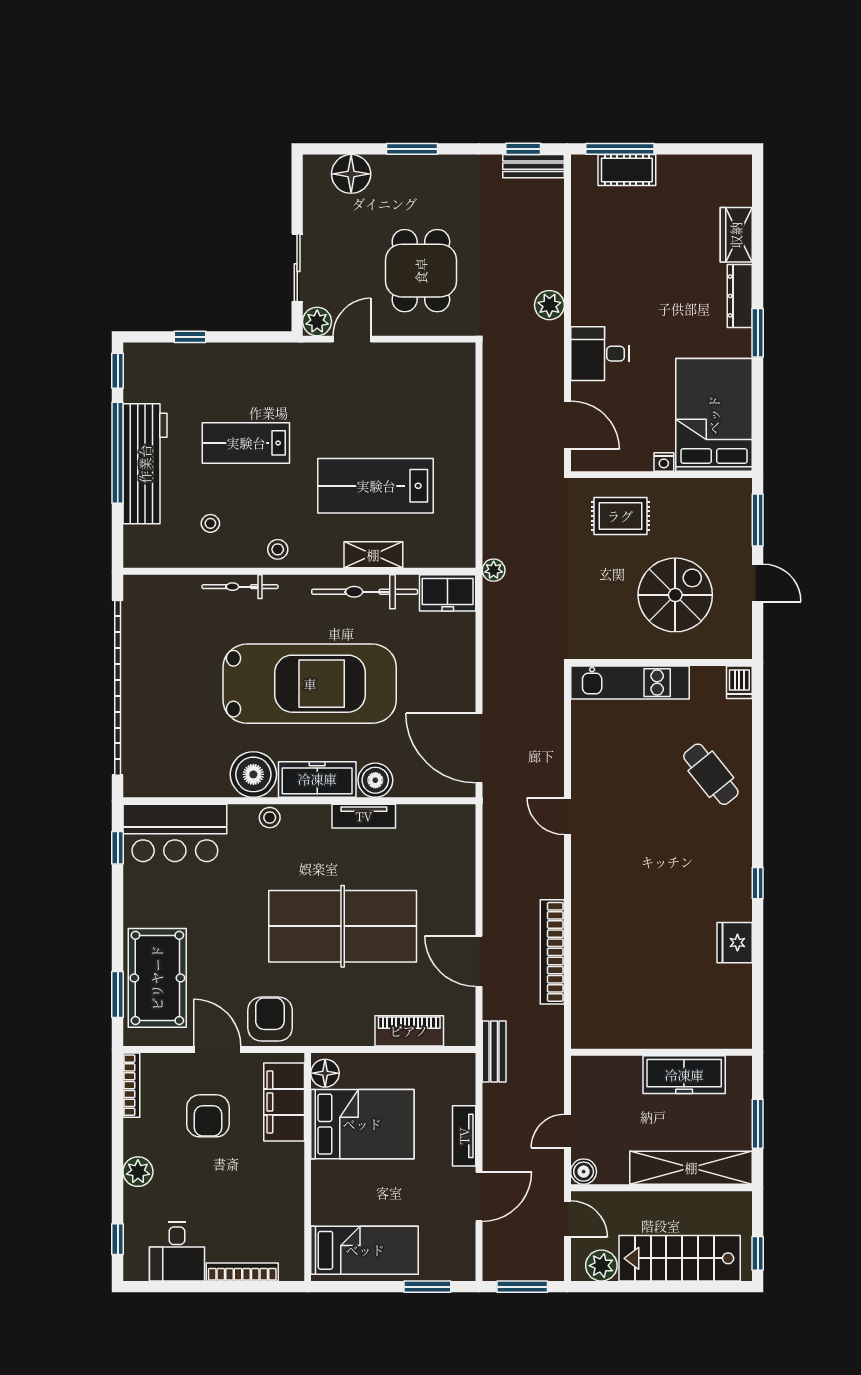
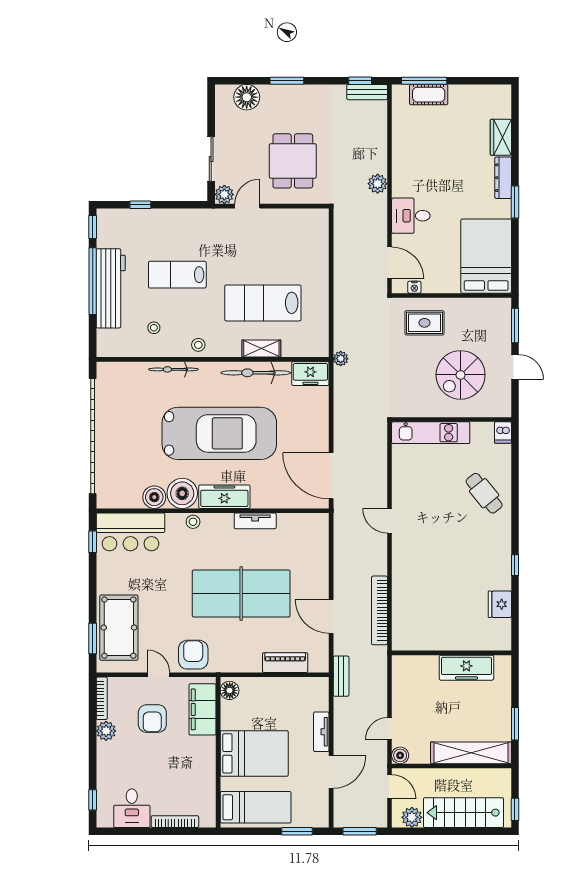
nightstand: (664, 462) -> (414, 287), moved
spiral stairs: (675, 595) -> (461, 375), turned 180
boiler: (375, 780) -> (154, 497), moved
door: (217, 1049) -> (158, 675), width x0.73
wall: (661, 1052) -> (451, 653), moved
freezer: (684, 1075) -> (466, 668), moved
bed: (362, 1124) -> (254, 753), moved
plant: (138, 1172) -> (106, 731), moved

